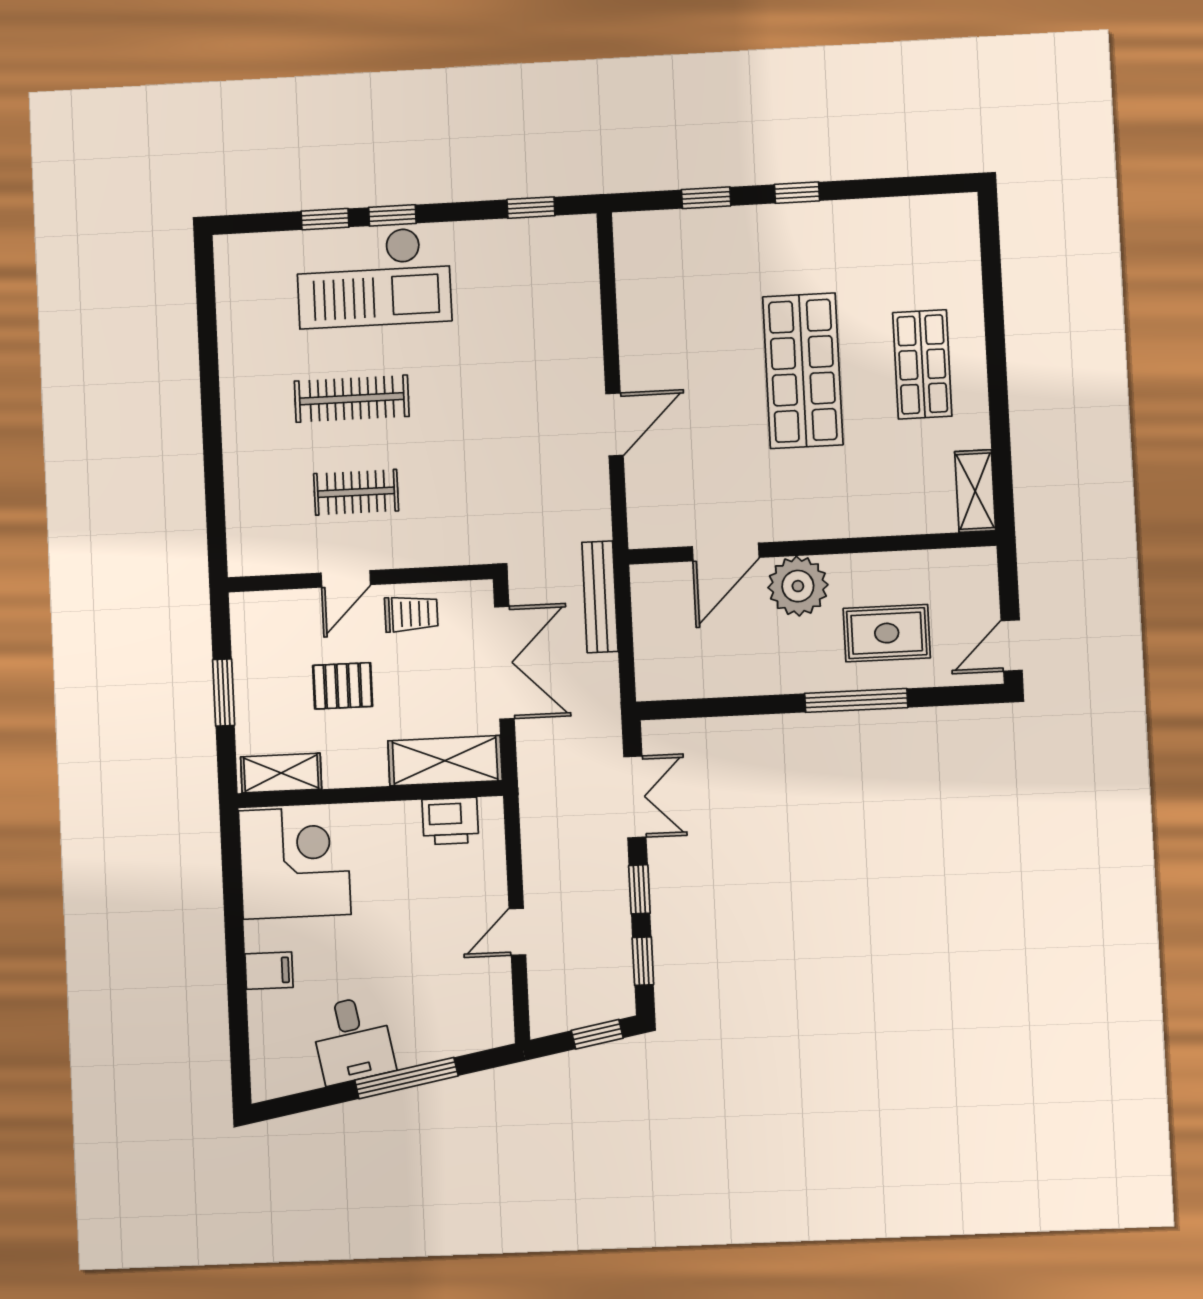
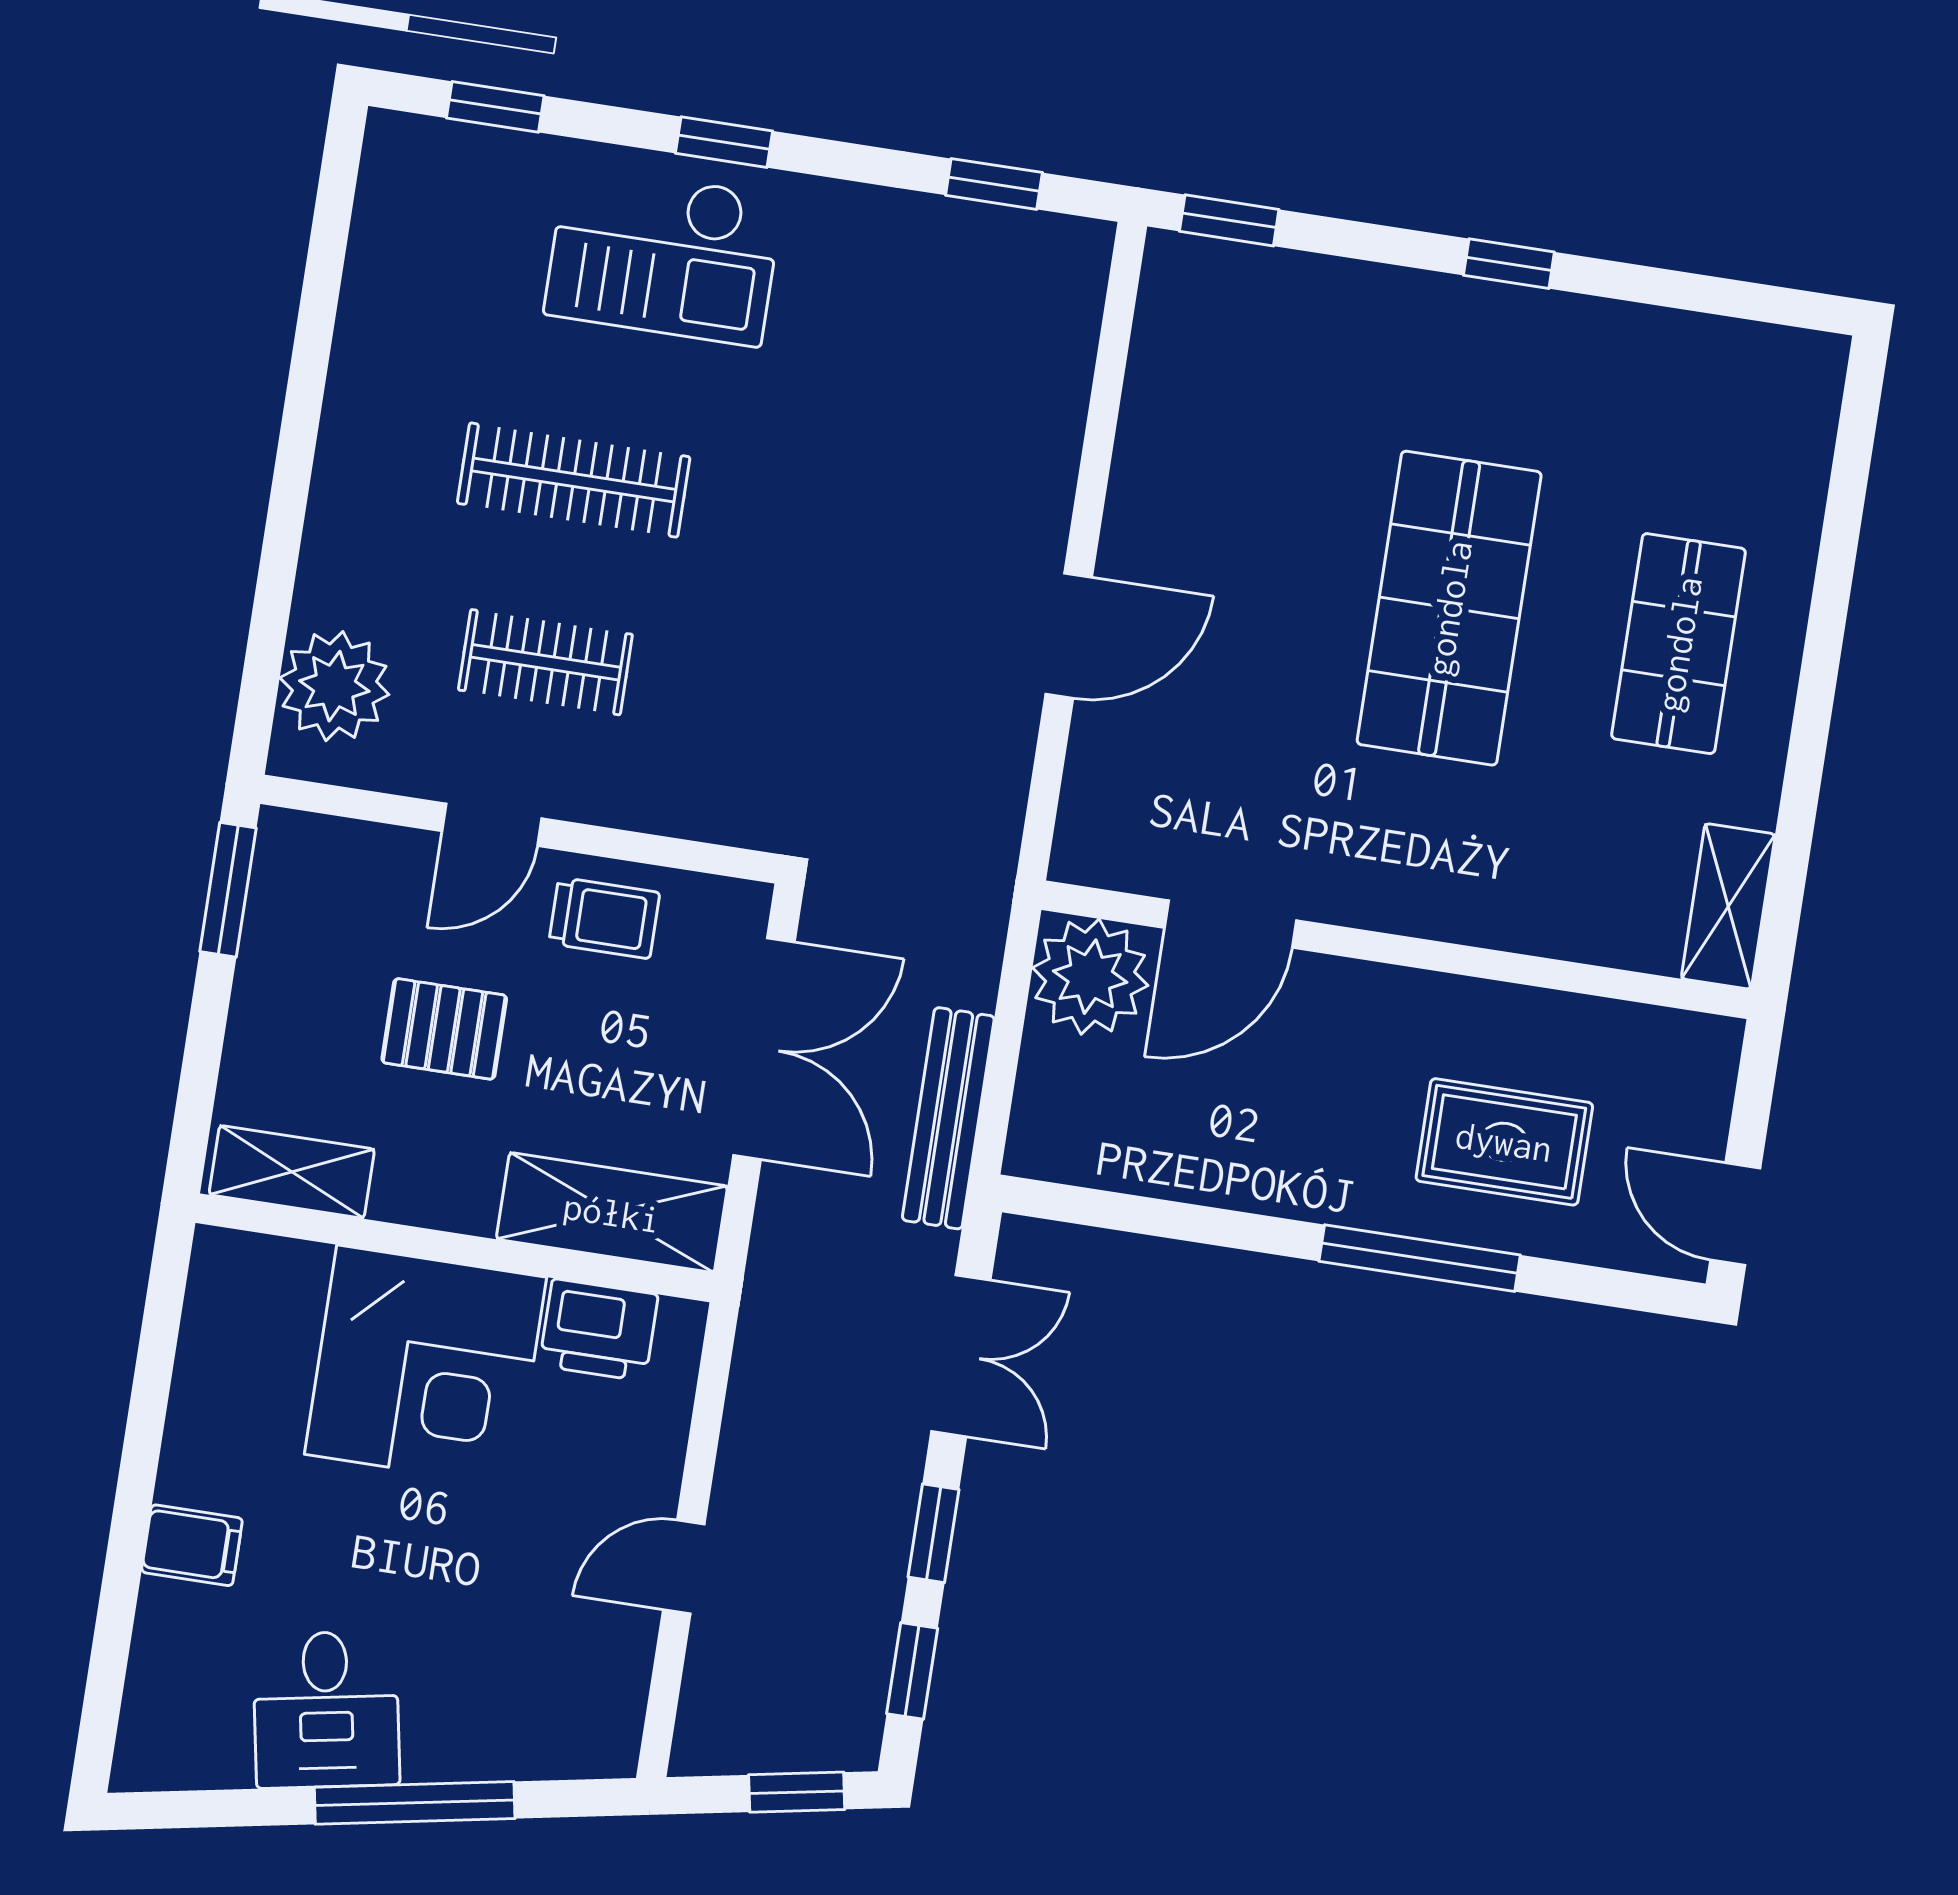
window: (706, 198) -> (1229, 220), moved
window: (325, 219) -> (495, 107), moved
checkout: (374, 278) -> (663, 255), width x0.73, depth x0.83
plant: (254, 526) -> (334, 686), added
plant: (798, 586) -> (1090, 977), moved
bench: (600, 597) -> (948, 1118), moved
door: (1012, 646) -> (1735, 1214), hinge flipped
window: (224, 692) -> (228, 890), moved
corner desk: (295, 863) -> (426, 1366), moved, turned 90

